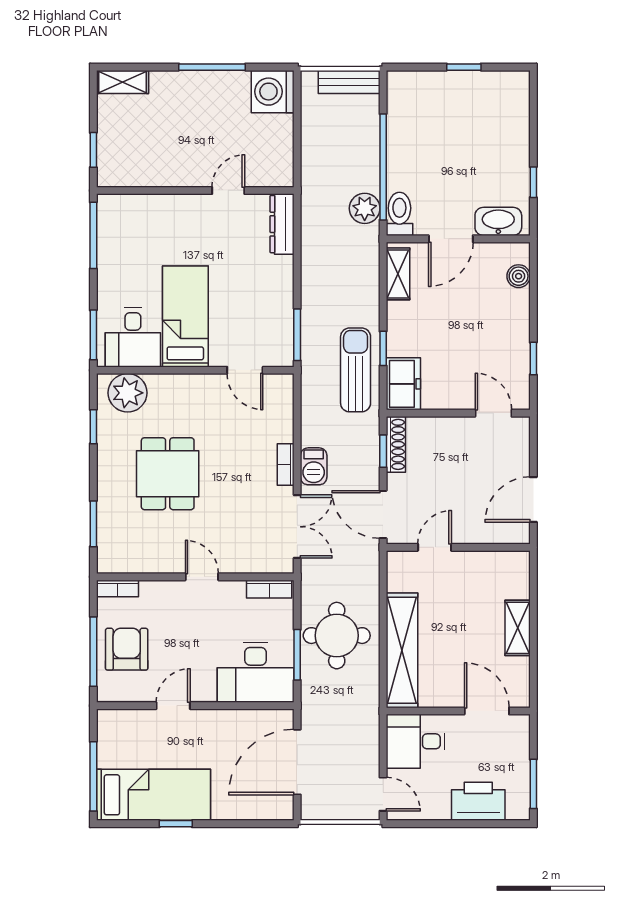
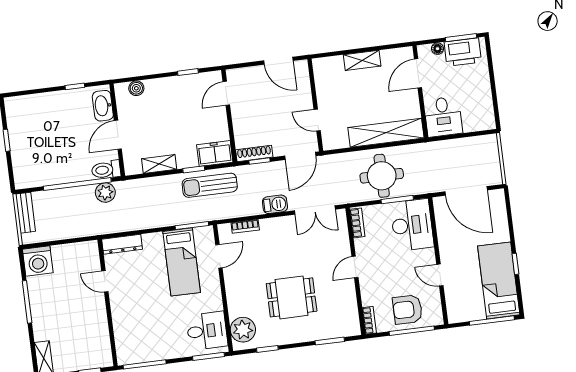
door: (451, 239) -> (118, 135), swing flipped
shelving: (398, 274) -> (159, 164), moved
bed: (185, 316) -> (182, 262), moved, turned -90
bookcase: (286, 465) -> (245, 226), moved
double door: (297, 527) -> (315, 210), swing flipped
floor lamp: (521, 746) -> (438, 49), added
door: (383, 794) -> (480, 133), removed
printer: (478, 801) -> (463, 52), moved, turned -90

